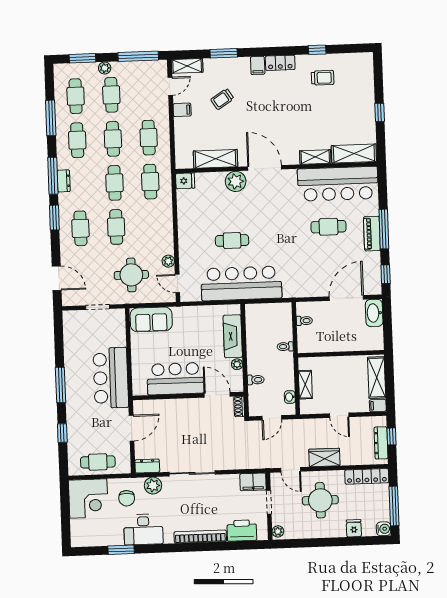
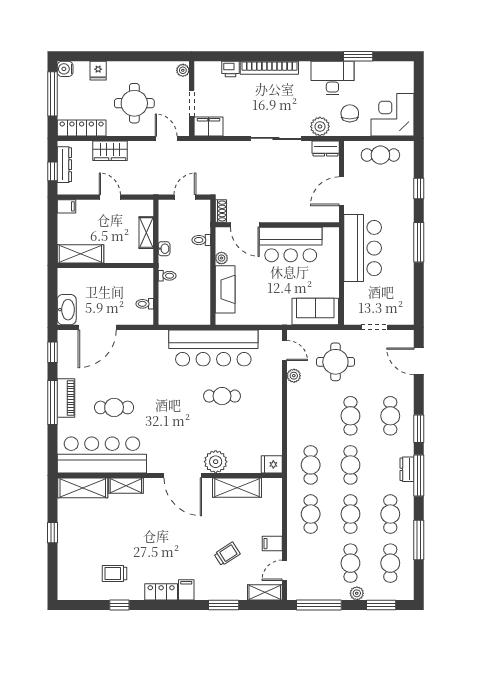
shelving: (377, 378) -> (80, 254), moved, turned 90
washbasin: (290, 397) -> (164, 249), moved
wardrobe: (324, 457) -> (110, 151), moved
printer: (242, 531) -> (230, 69), width x0.53, depth x0.68

